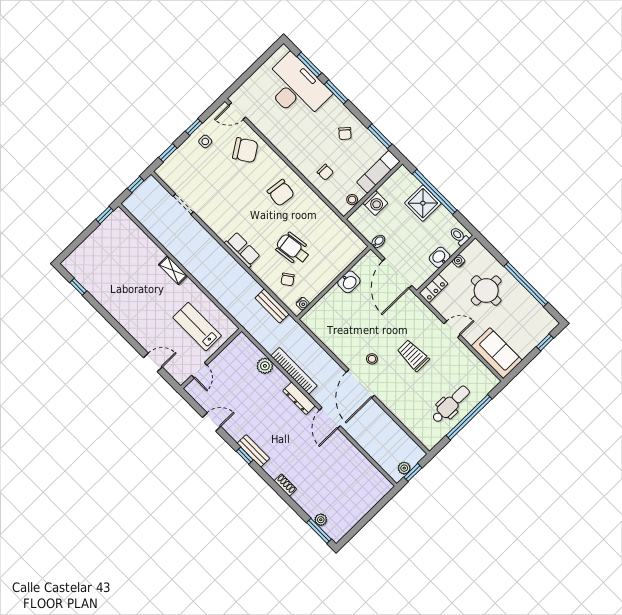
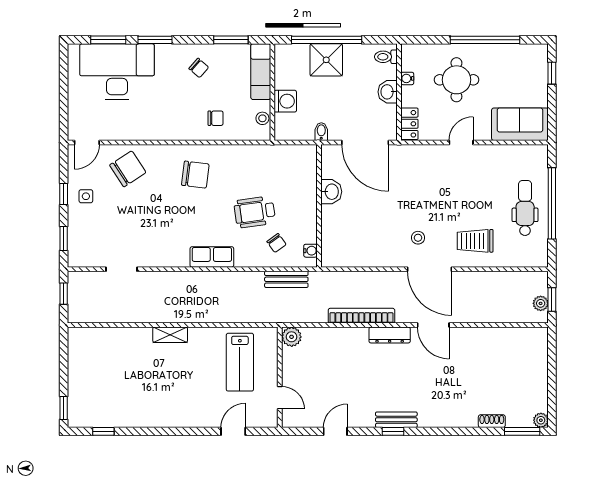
window: (105, 215) -> (64, 408), moved
lab bench: (197, 327) -> (240, 362), turned -90
trolley: (413, 355) -> (475, 241), moved
plant: (265, 366) -> (292, 337), moved
shoe rack: (285, 485) -> (492, 421), moved
plant: (321, 520) -> (541, 420), moved

